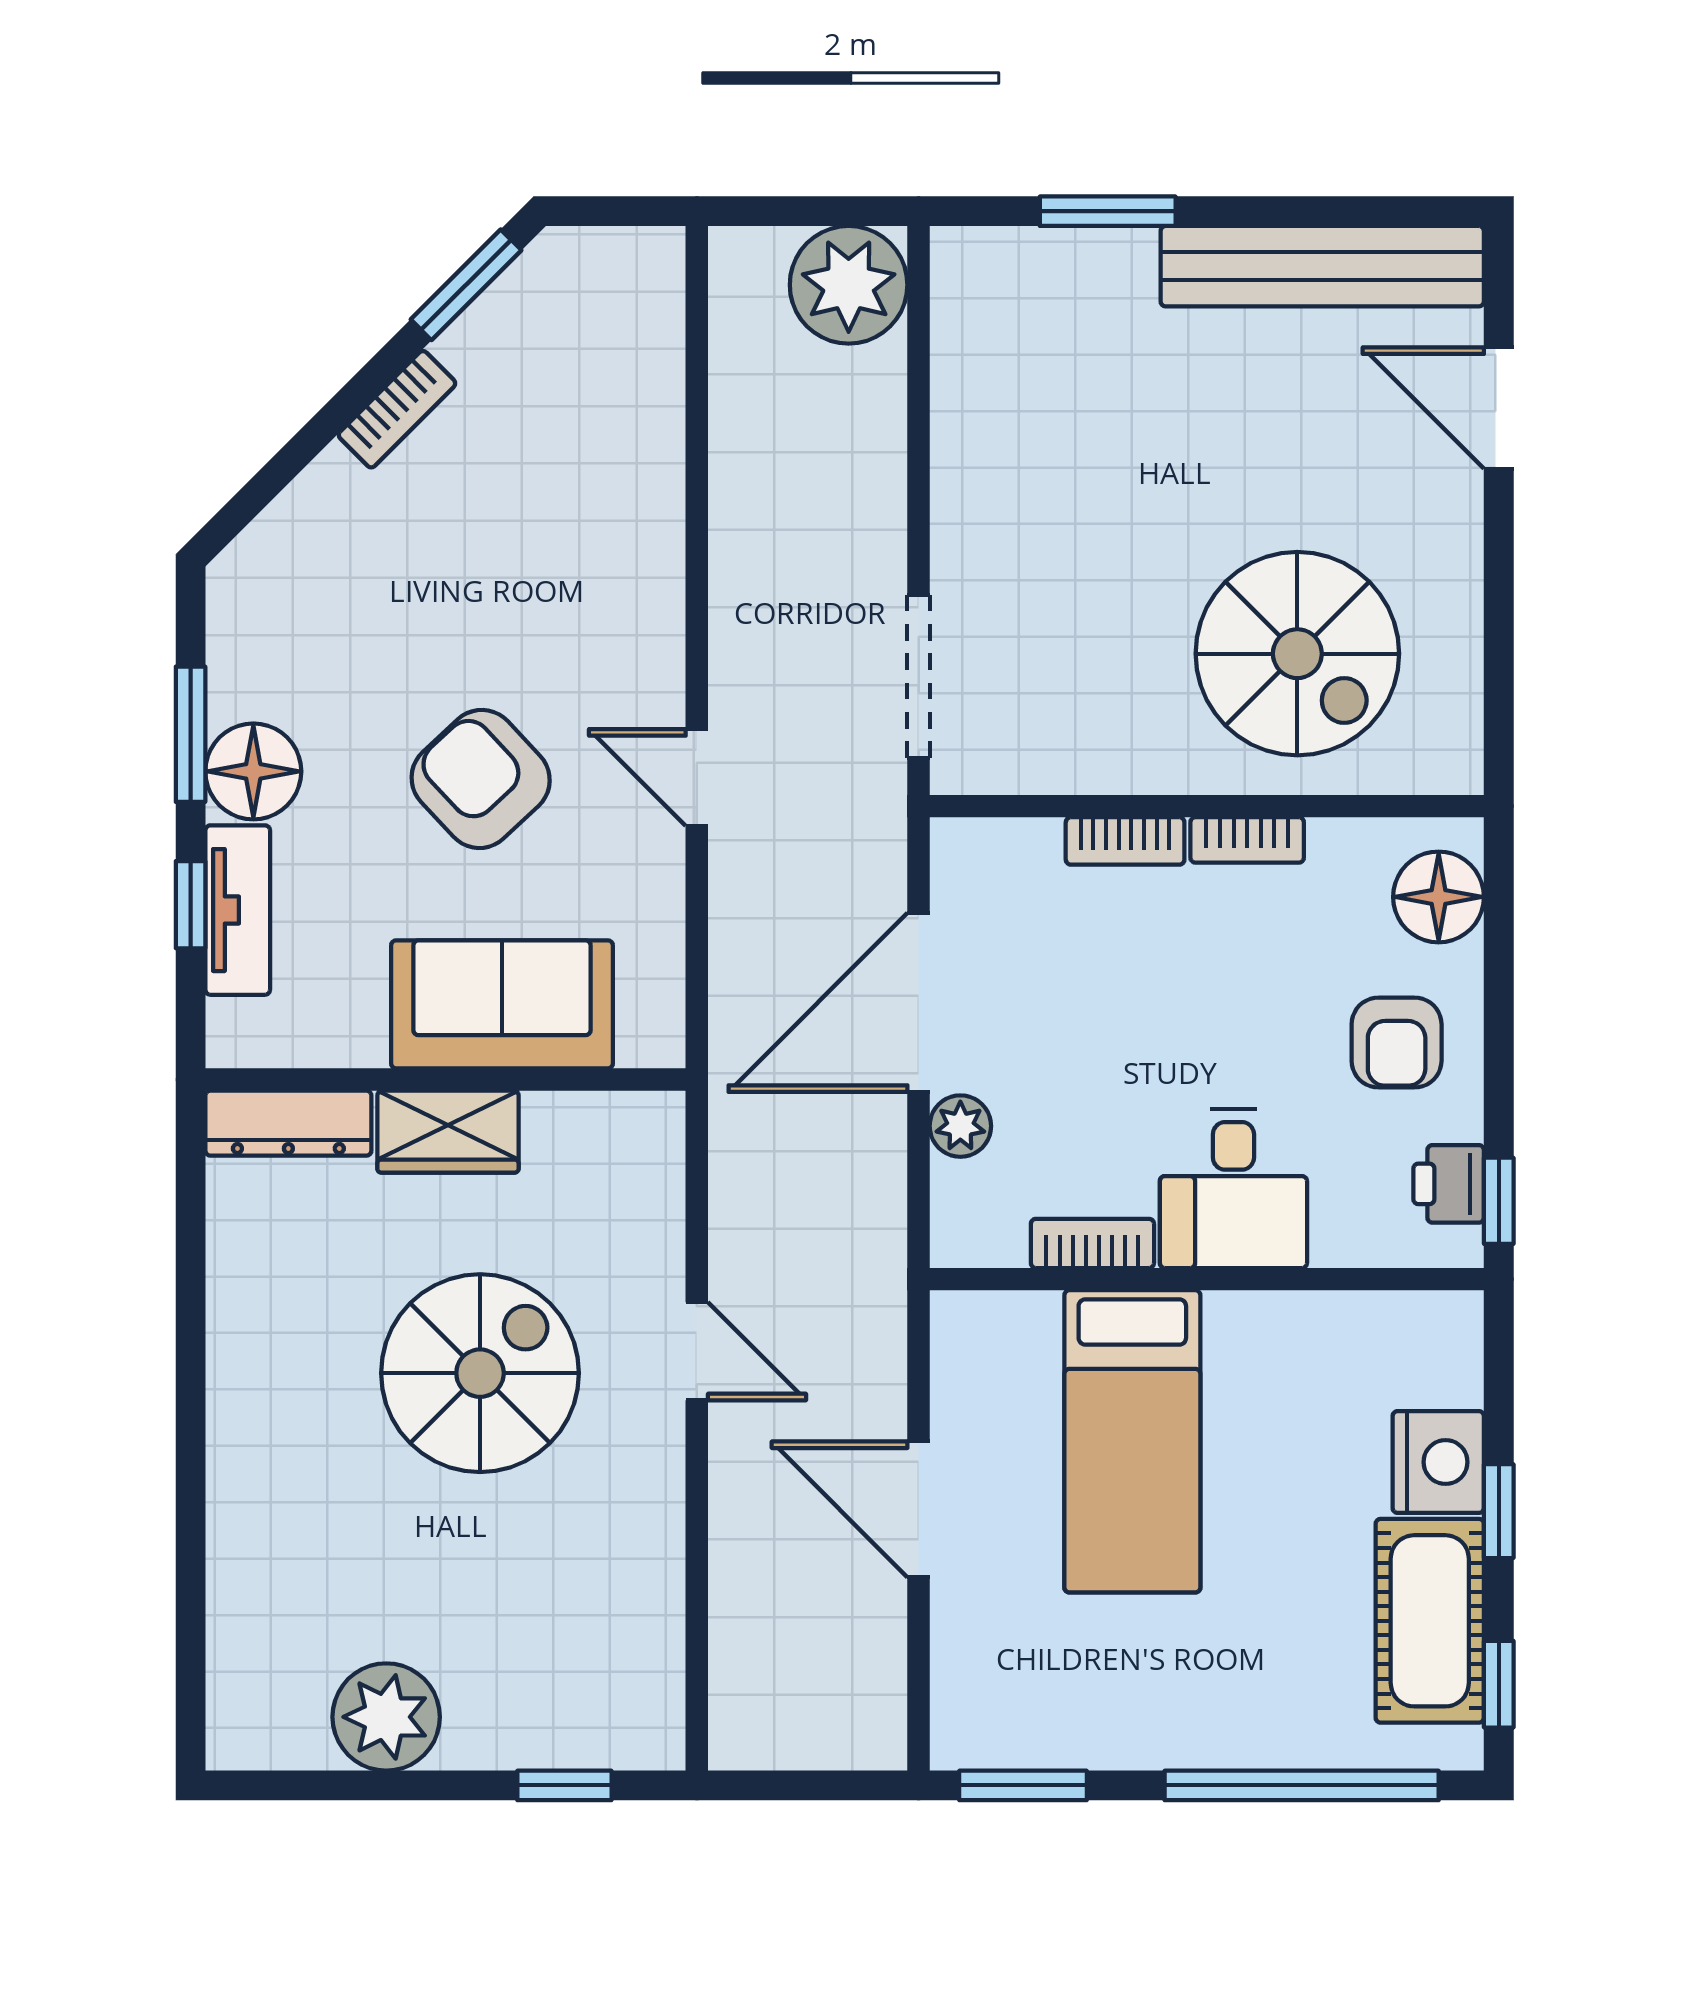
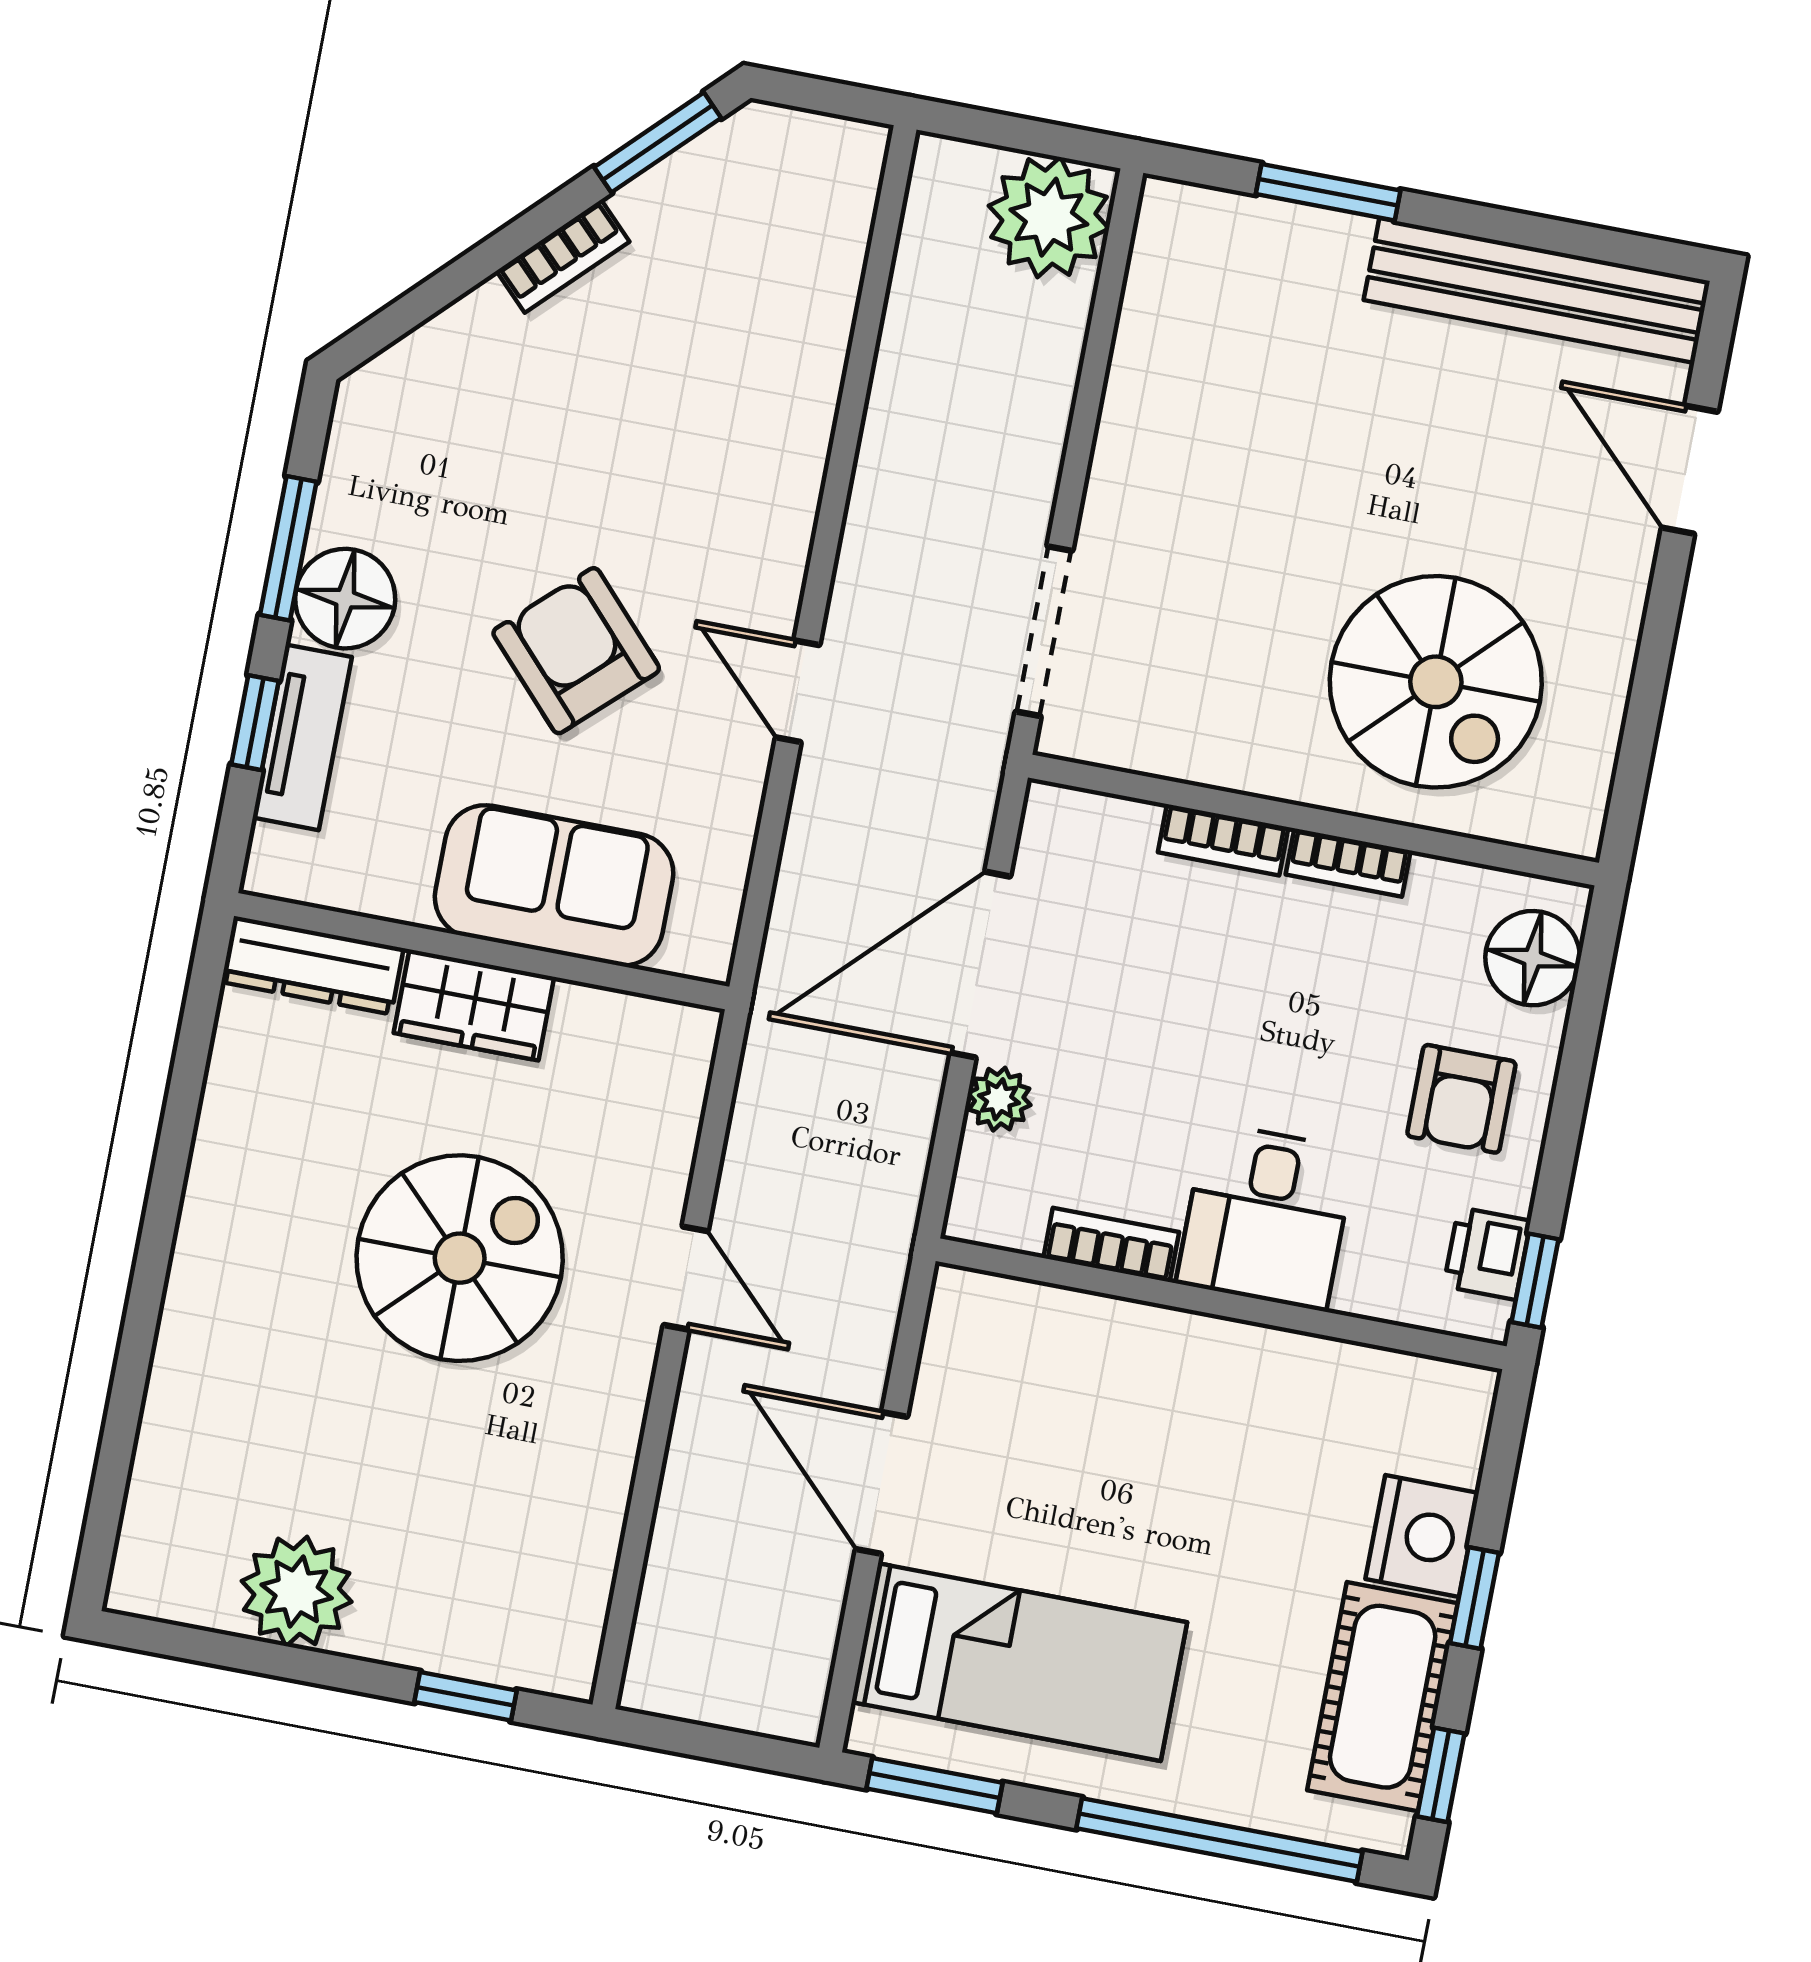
bed: (1132, 1441) -> (1019, 1662), moved, turned -90

